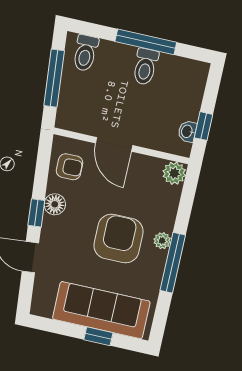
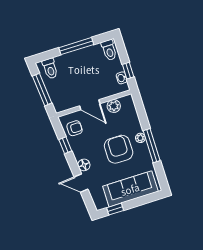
toilet: (145, 67) -> (109, 50), moved
plant: (174, 173) -> (114, 106), moved
floor lamp: (55, 204) -> (84, 165), moved
window: (36, 213) -> (65, 145), moved
window: (98, 336) -> (115, 209), moved

